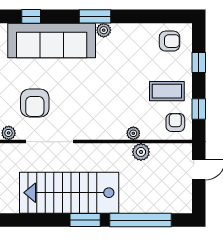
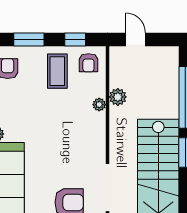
window: (199, 63) -> (29, 40), width x1.50
armchair: (175, 122) -> (88, 63), turned -90

